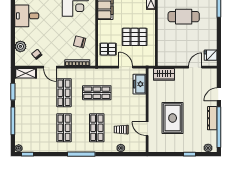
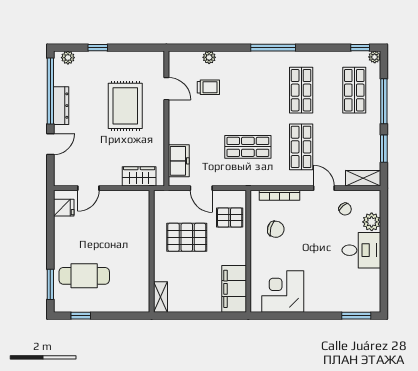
desk: (27, 16) -> (361, 250), moved
cafe table: (184, 17) -> (84, 276), moved
shop shelf: (97, 128) -> (354, 90), moved

